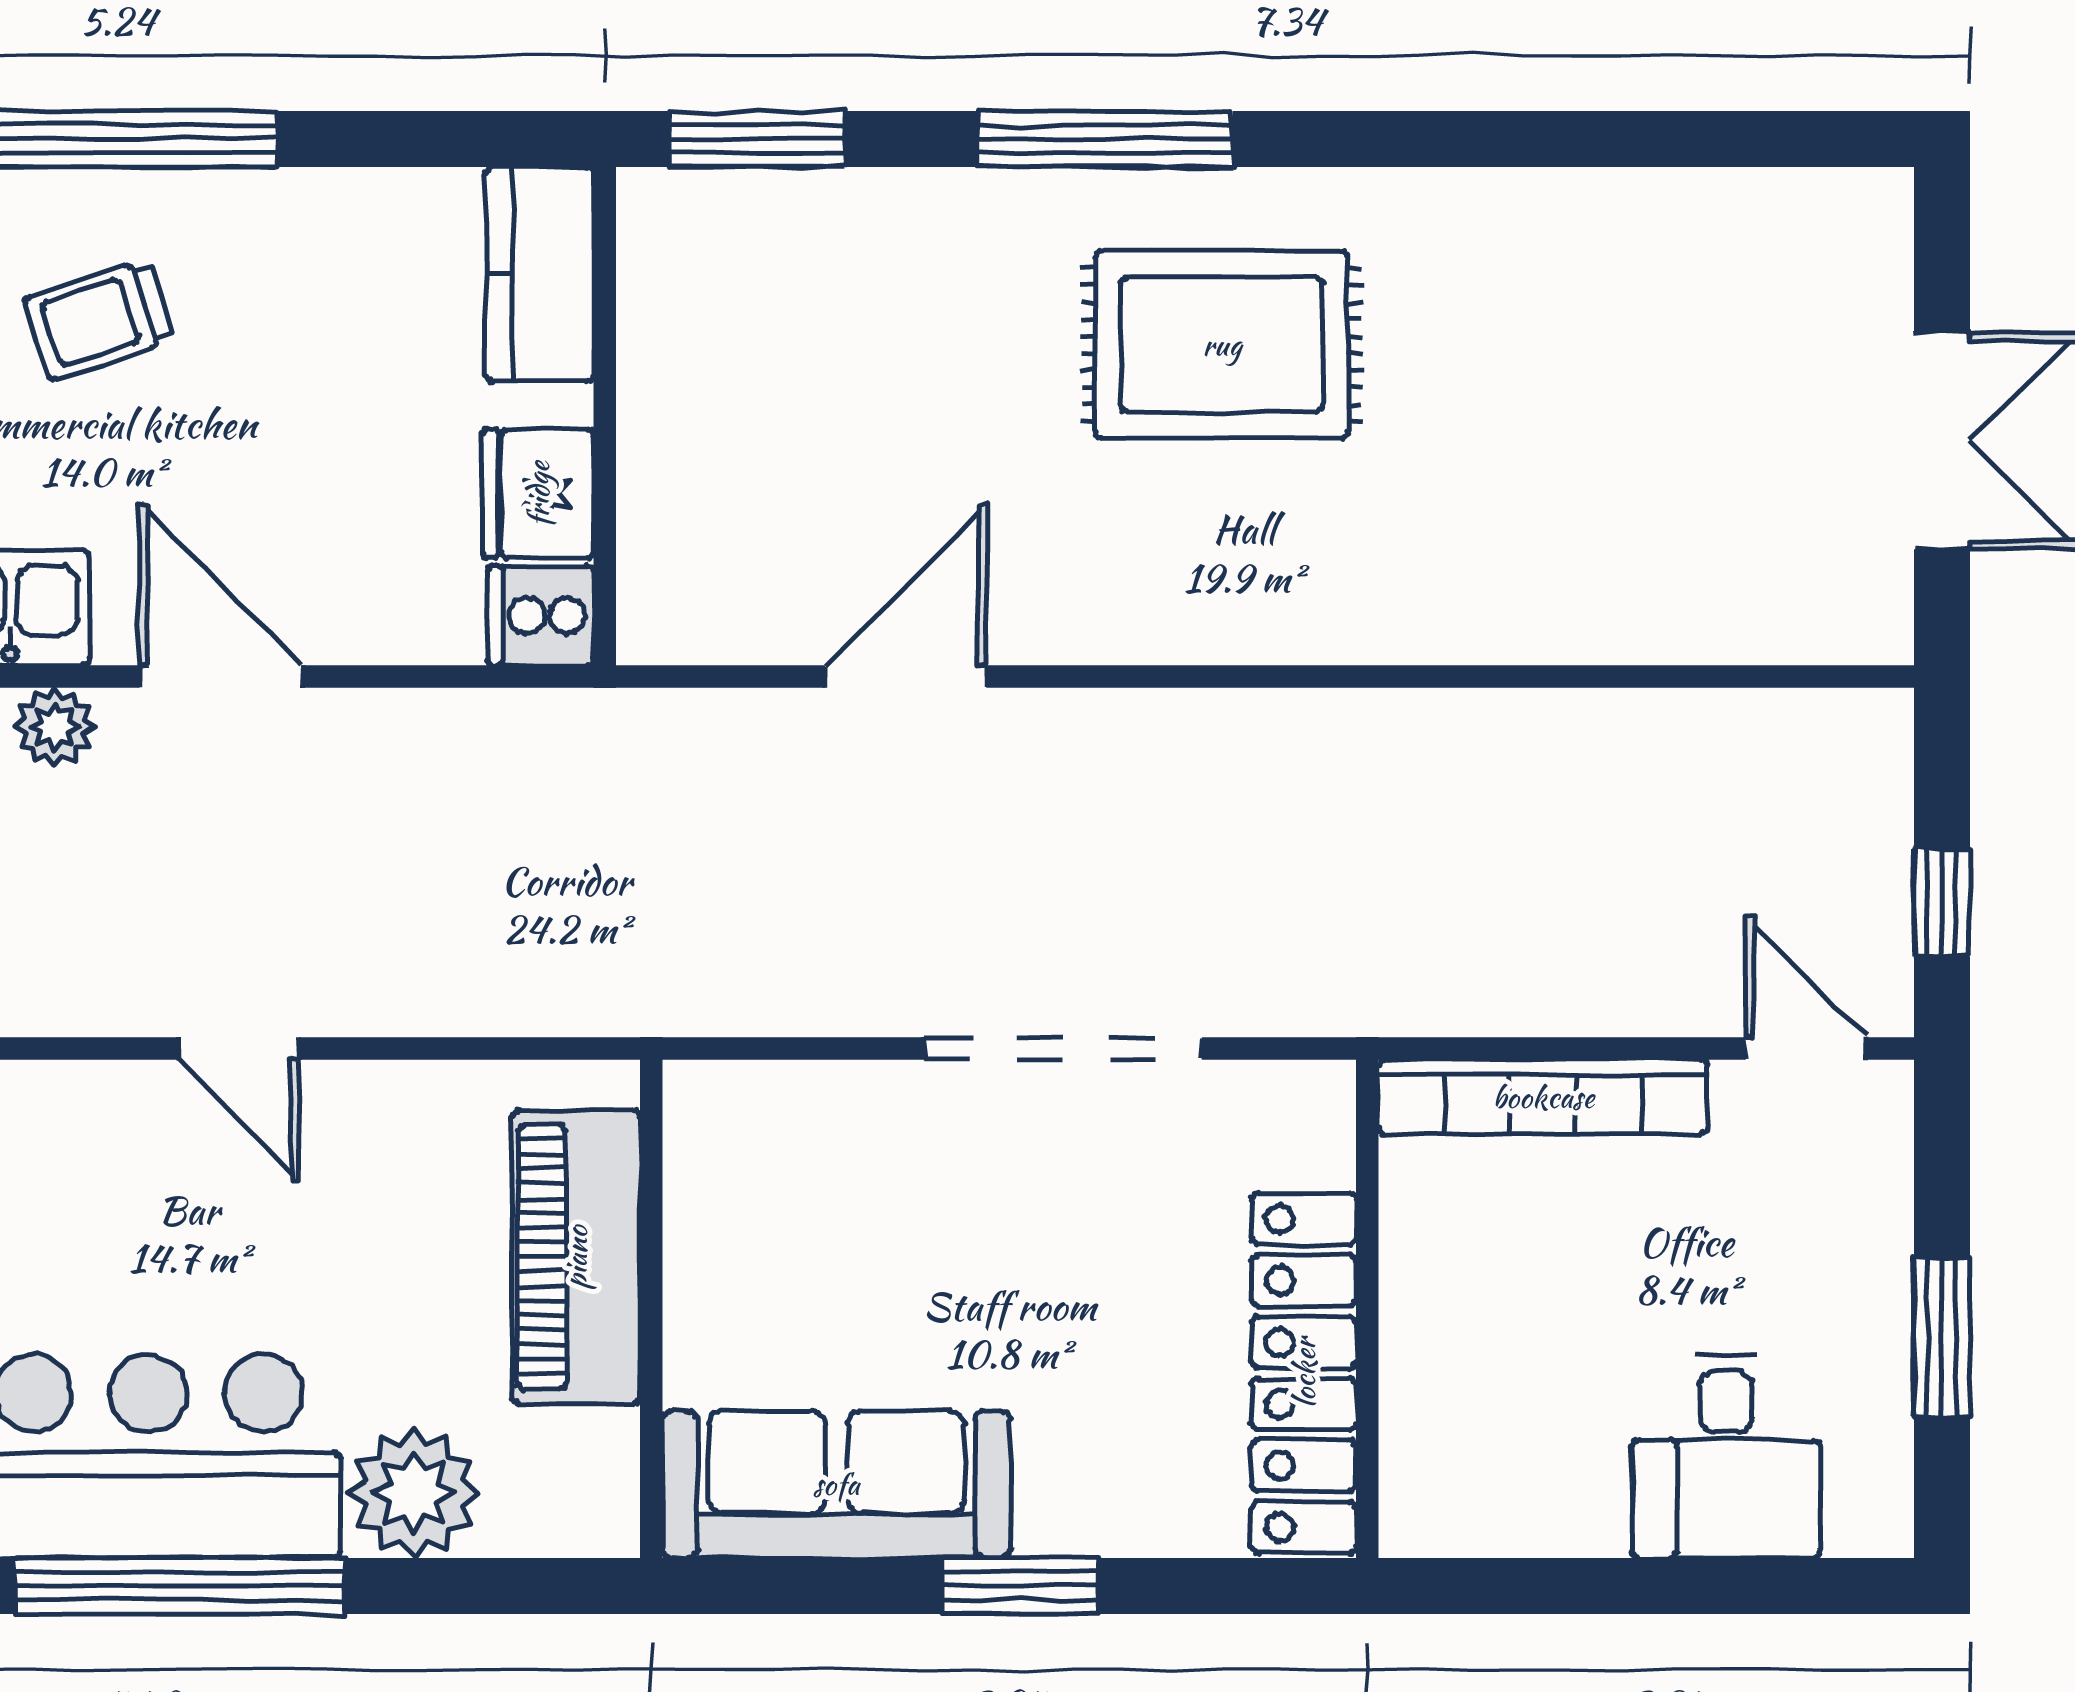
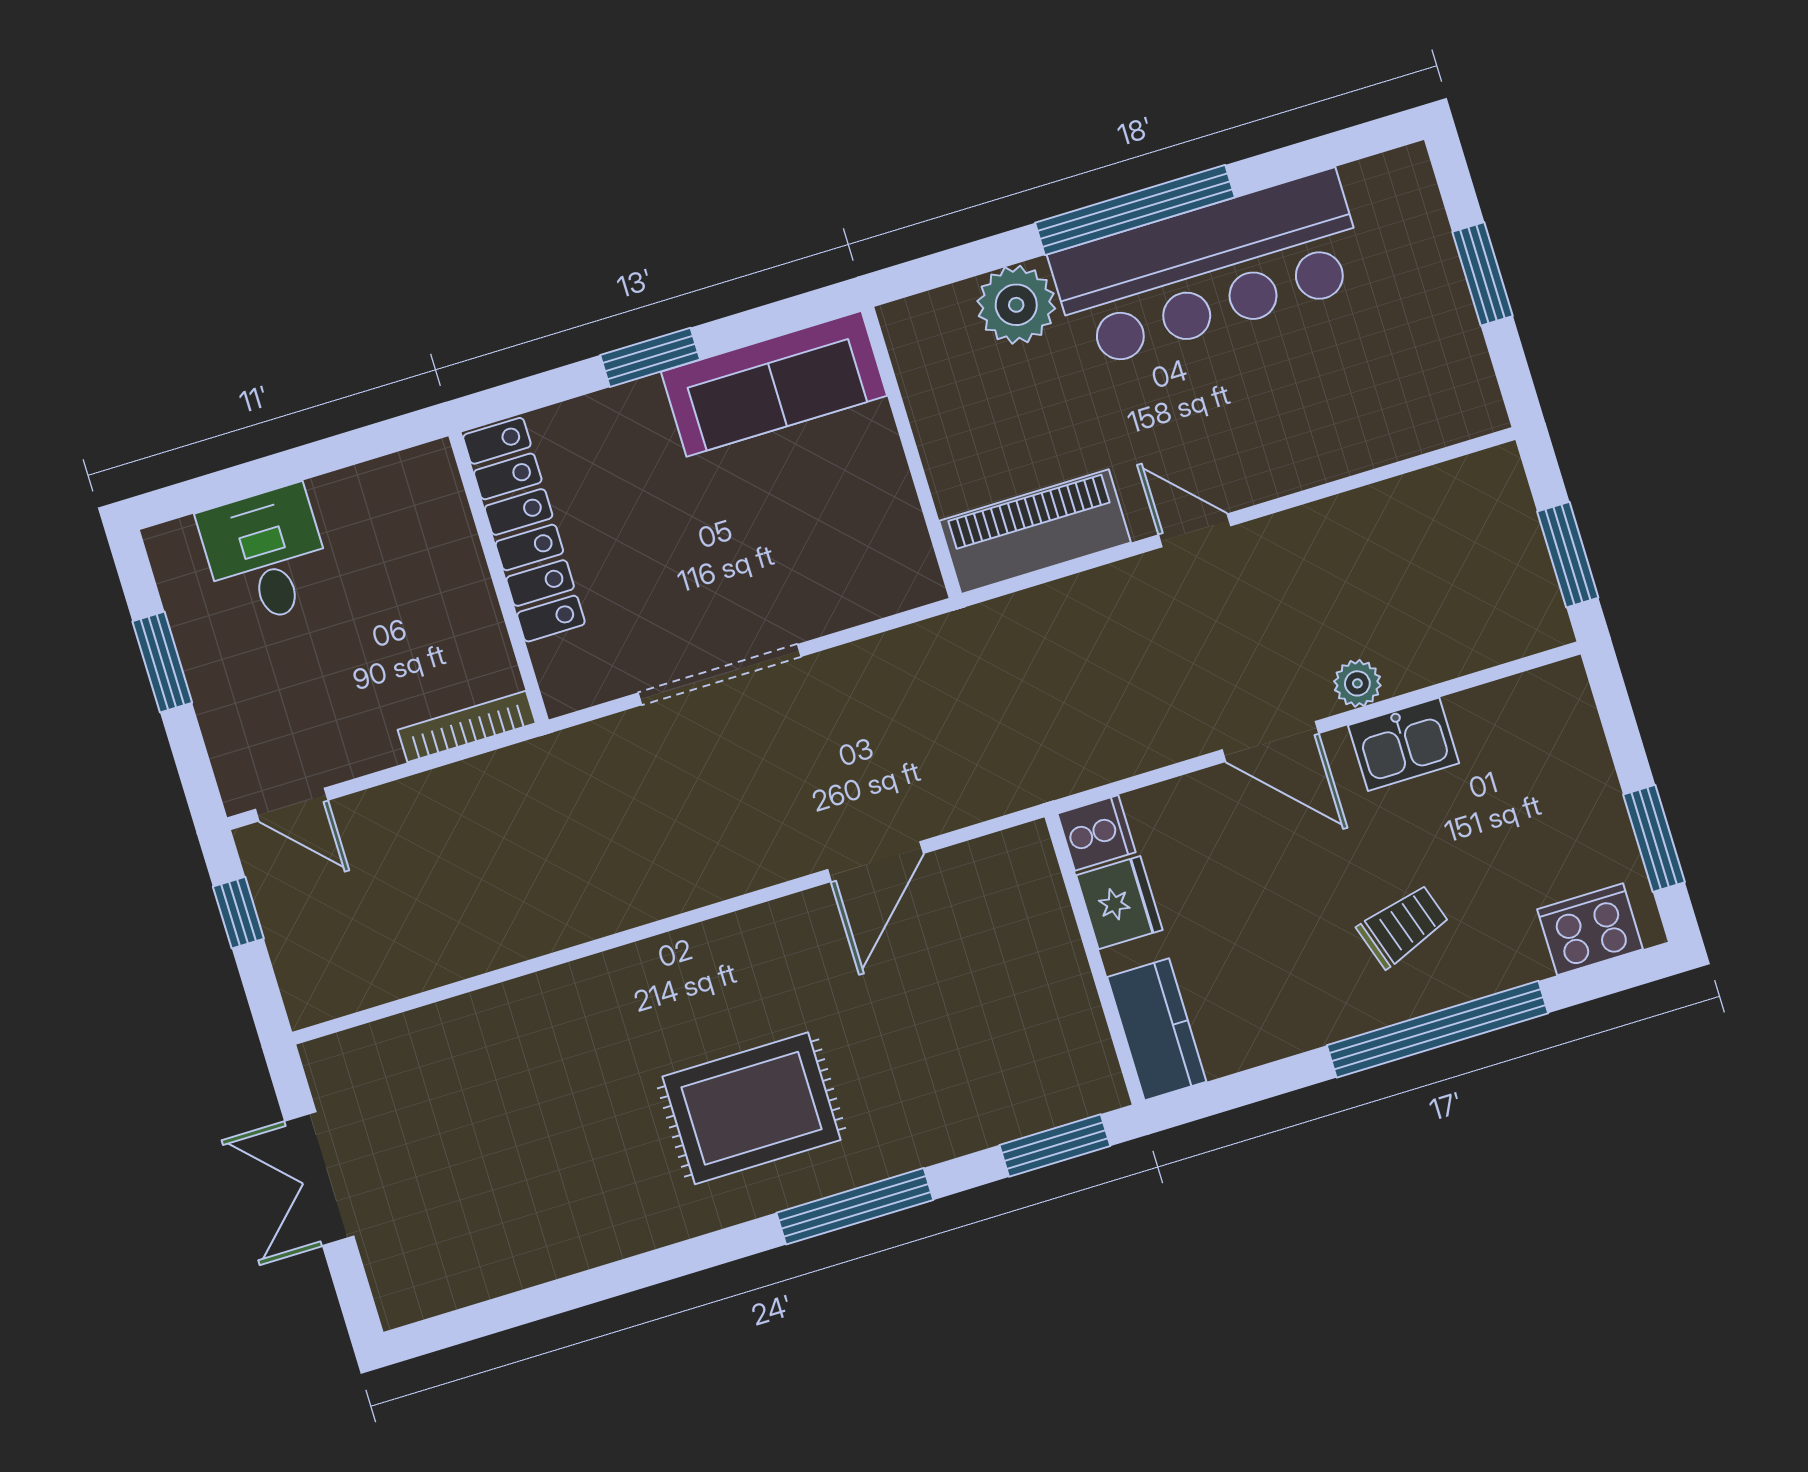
bookcase: (1543, 1097) -> (467, 727), width x0.68, depth x0.76
piano: (576, 1257) -> (1035, 532), moved, turned -90

